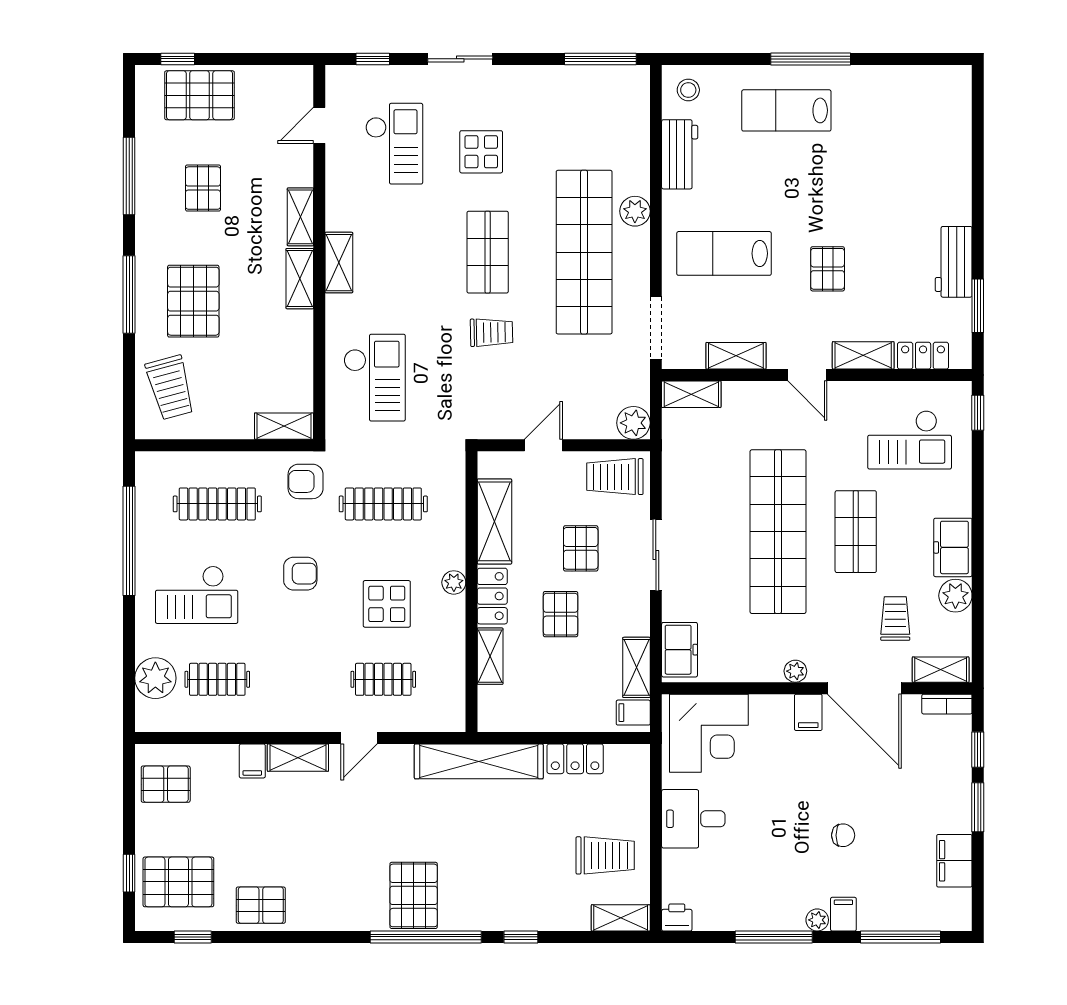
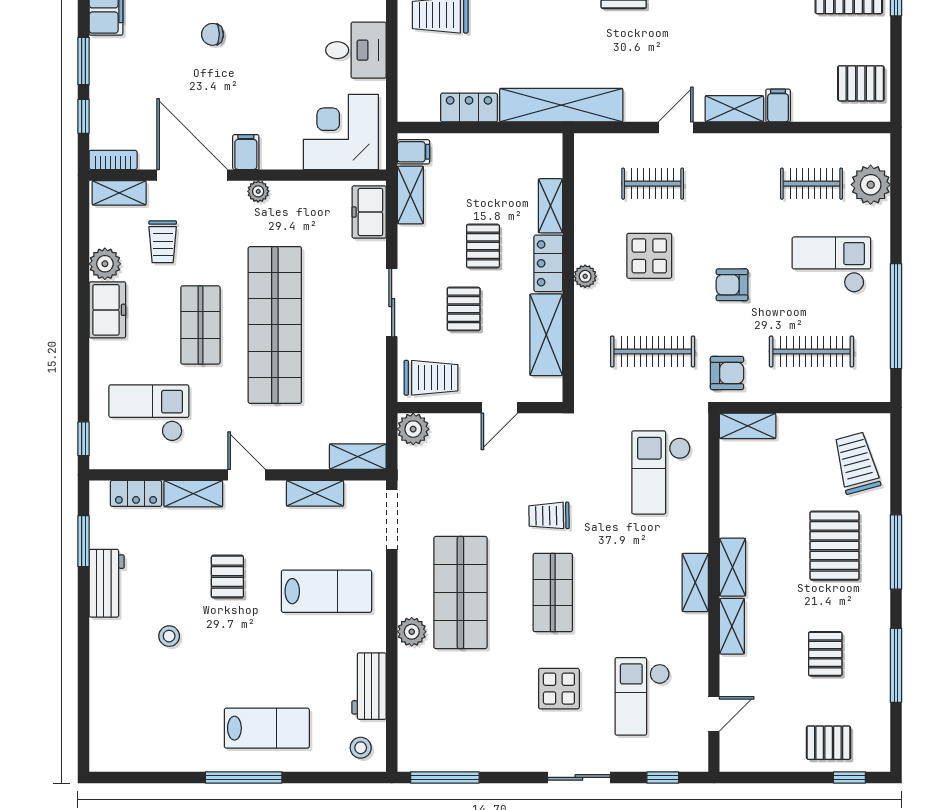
pallet: (200, 95) -> (829, 743), width x0.67, depth x0.71
stool: (888, 207) -> (169, 636), added
shop shelf: (584, 252) -> (460, 593), width x0.71

